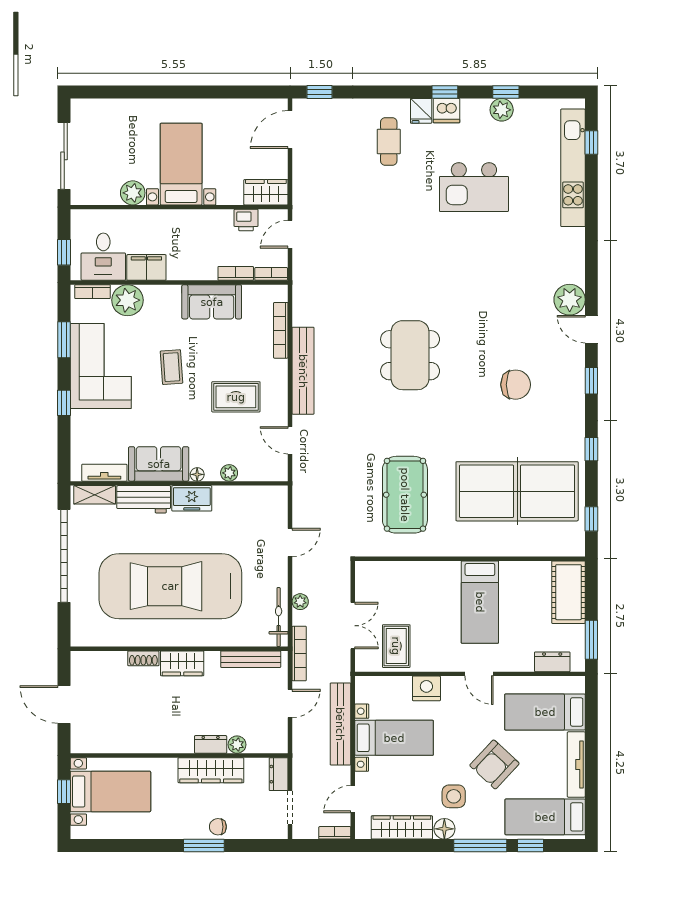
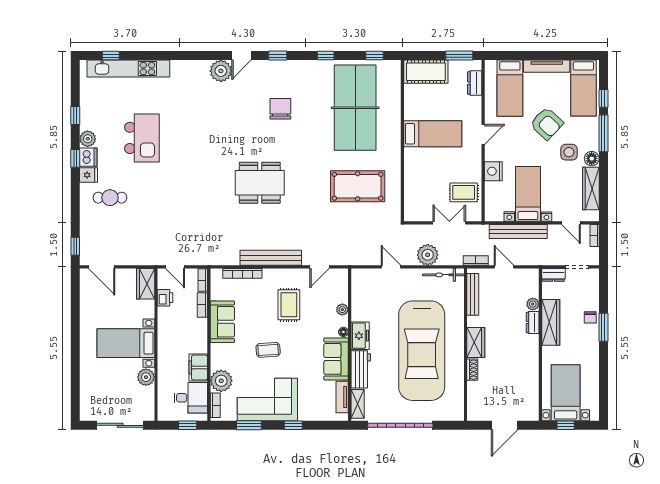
plant: (502, 110) -> (88, 139), moved
plant: (300, 602) -> (428, 255), width x1.88, depth x1.88
bookcase: (299, 654) -> (476, 260), width x0.64

